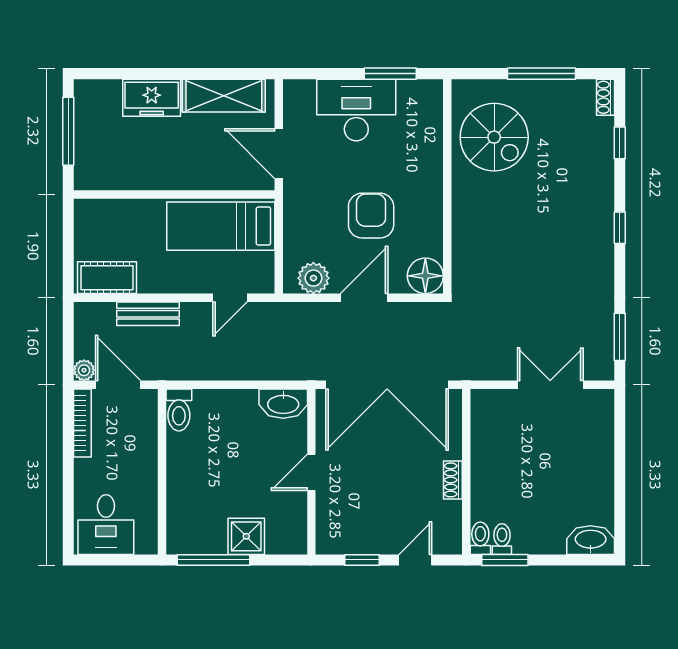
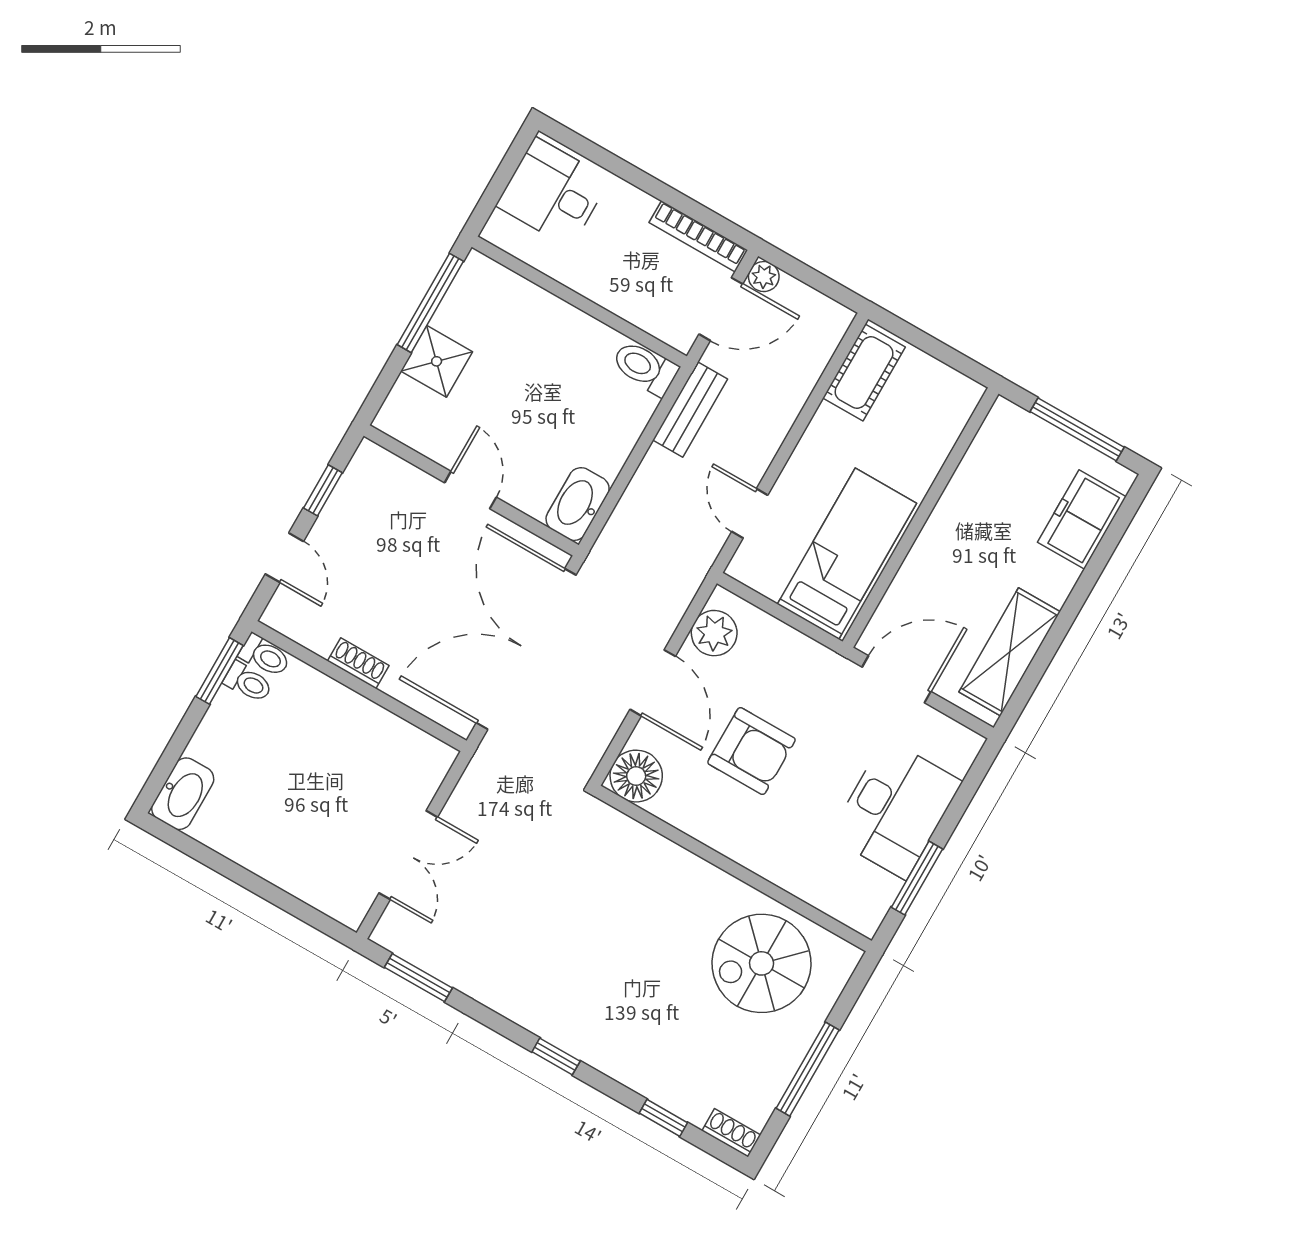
freezer: (152, 98) -> (1082, 519), moved
bench: (148, 314) -> (690, 410), moved

